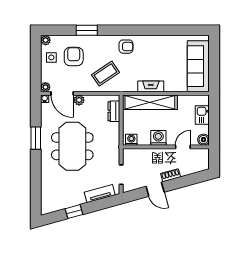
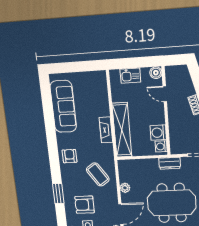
sofa: (198, 66) -> (63, 107), moved, turned -90
plant: (79, 100) -> (125, 188), moved
dresser: (114, 111) -> (170, 163), moved
washing machine: (158, 138) -> (158, 133), moved

